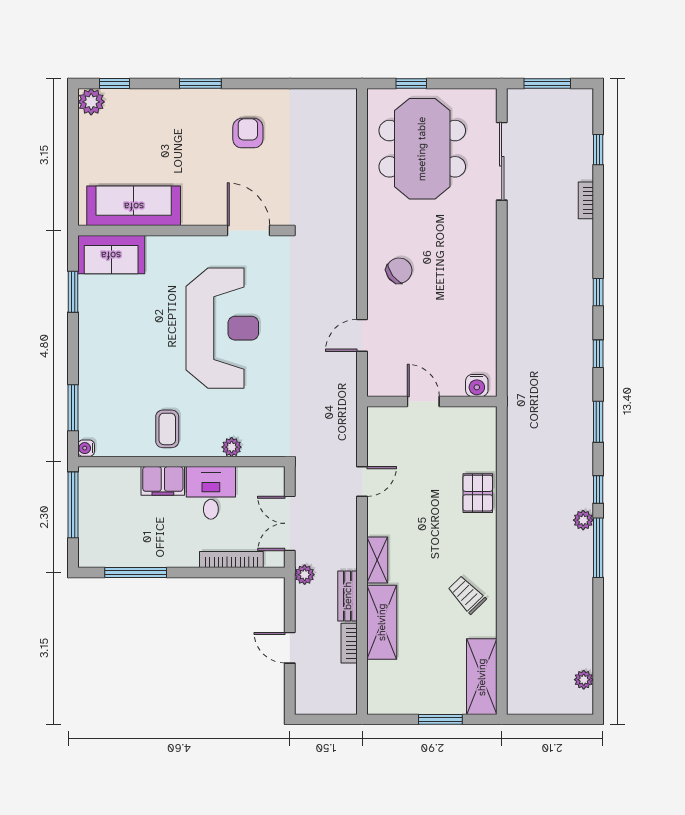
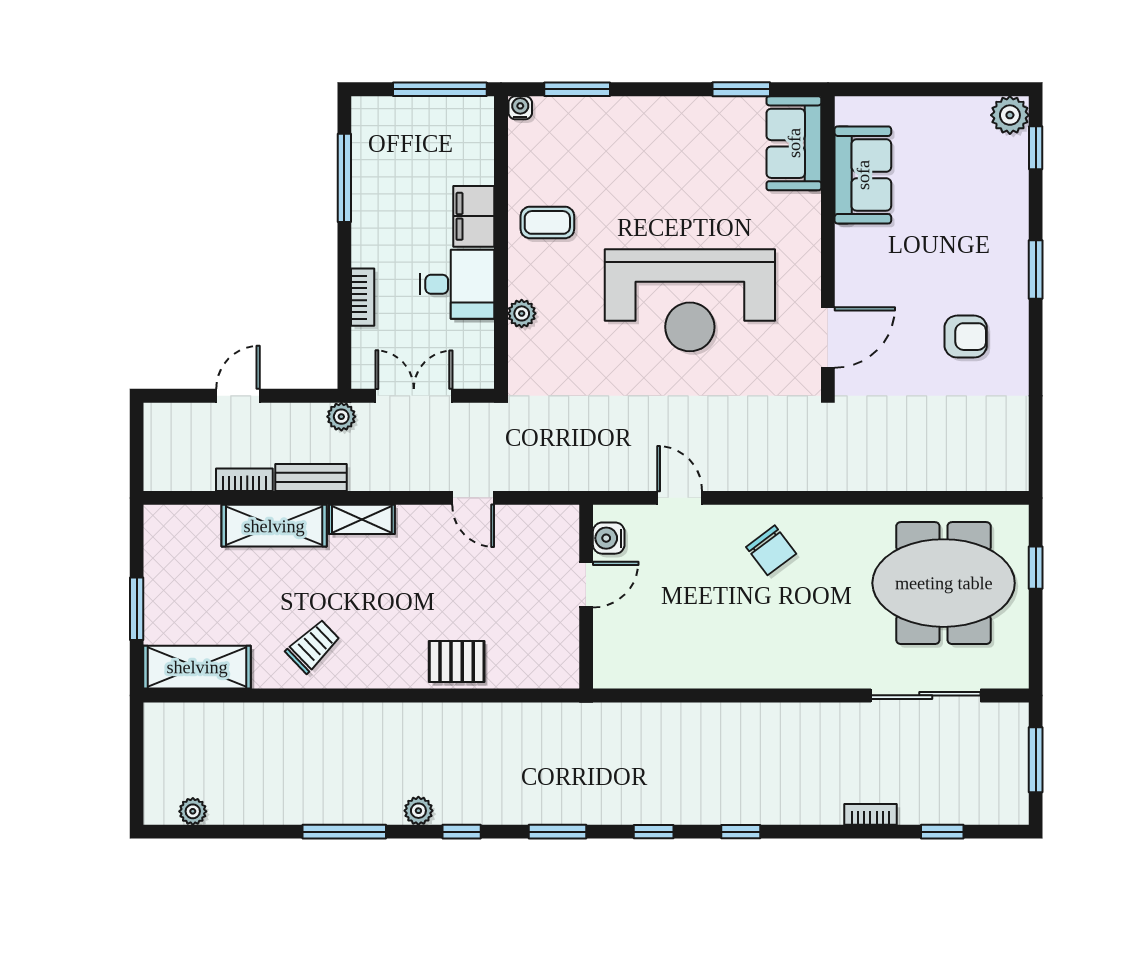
sofa: (134, 206) -> (863, 175), width x0.73
water cooler: (477, 386) -> (609, 538), moved
window: (598, 548) -> (344, 832), moved
bookcase: (231, 560) -> (363, 297), width x0.64

